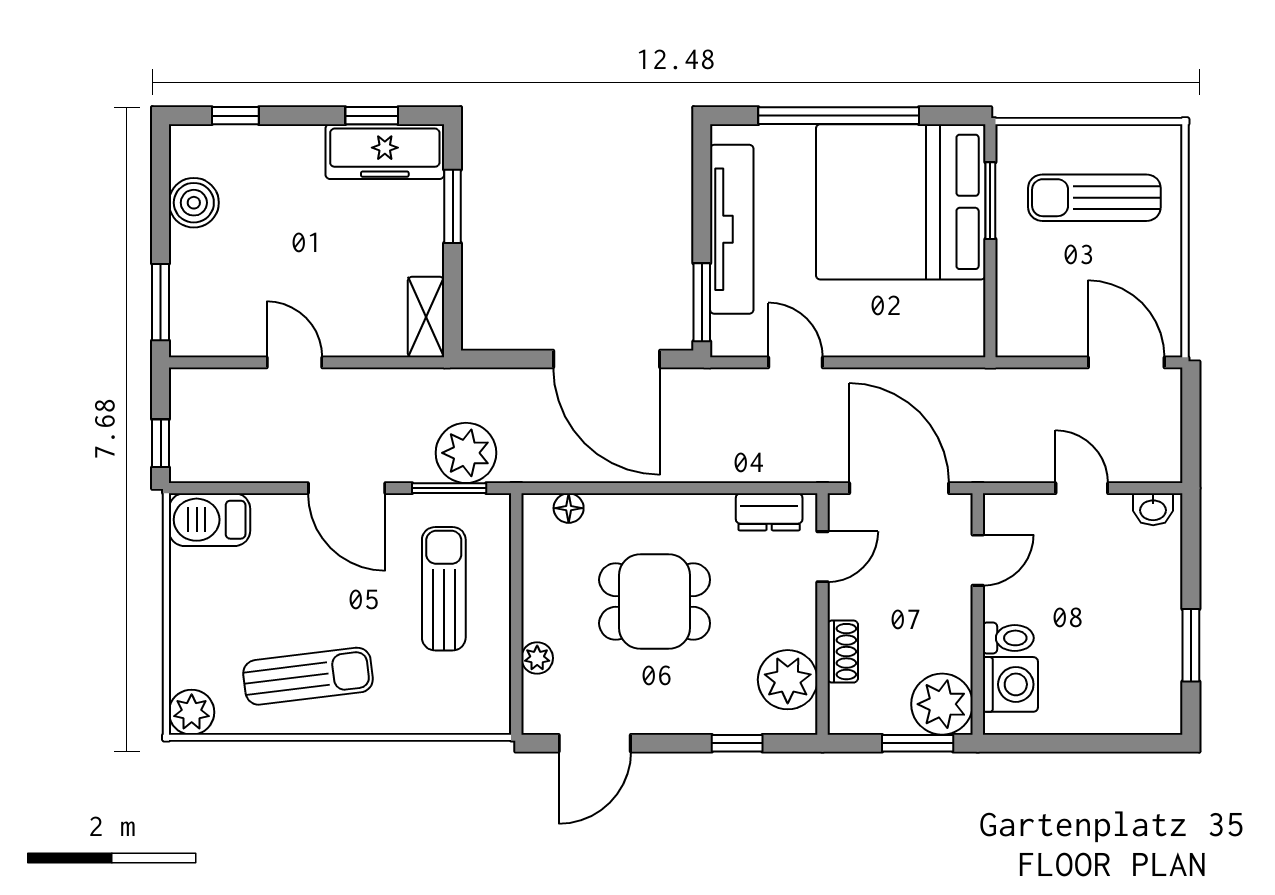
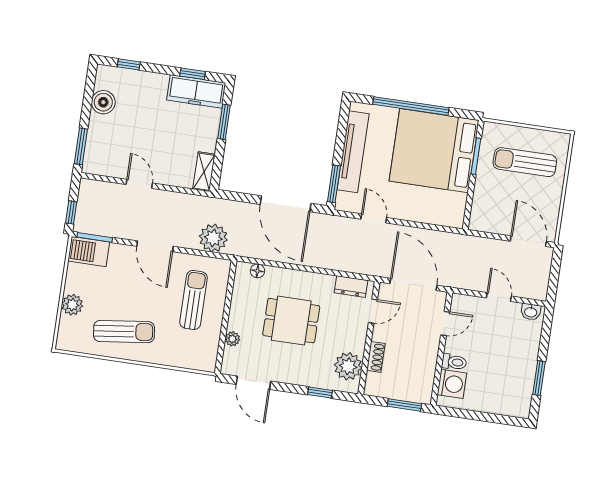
window: (449, 488) -> (95, 237), moved
plant: (942, 704) -> (419, 388), removed
plant: (192, 712) -> (72, 305), moved
door: (595, 743) -> (253, 383), hinge flipped

